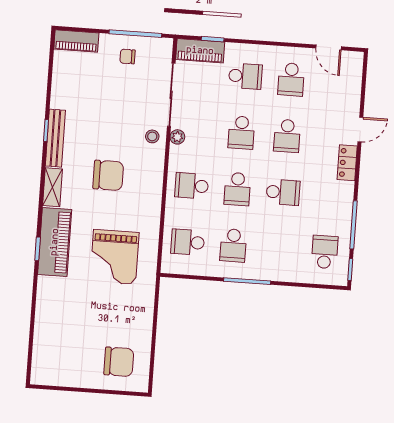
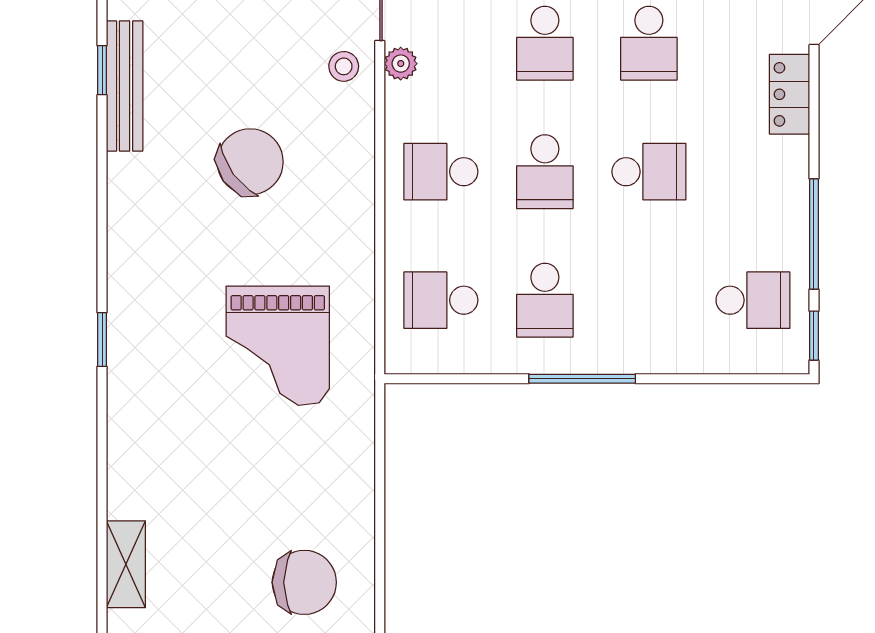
chair: (108, 175) -> (250, 162), turned -36
shelving: (52, 187) -> (126, 564), moved
piano: (55, 242) -> (140, 321), removed
school desk: (325, 252) -> (753, 300), turned 90

